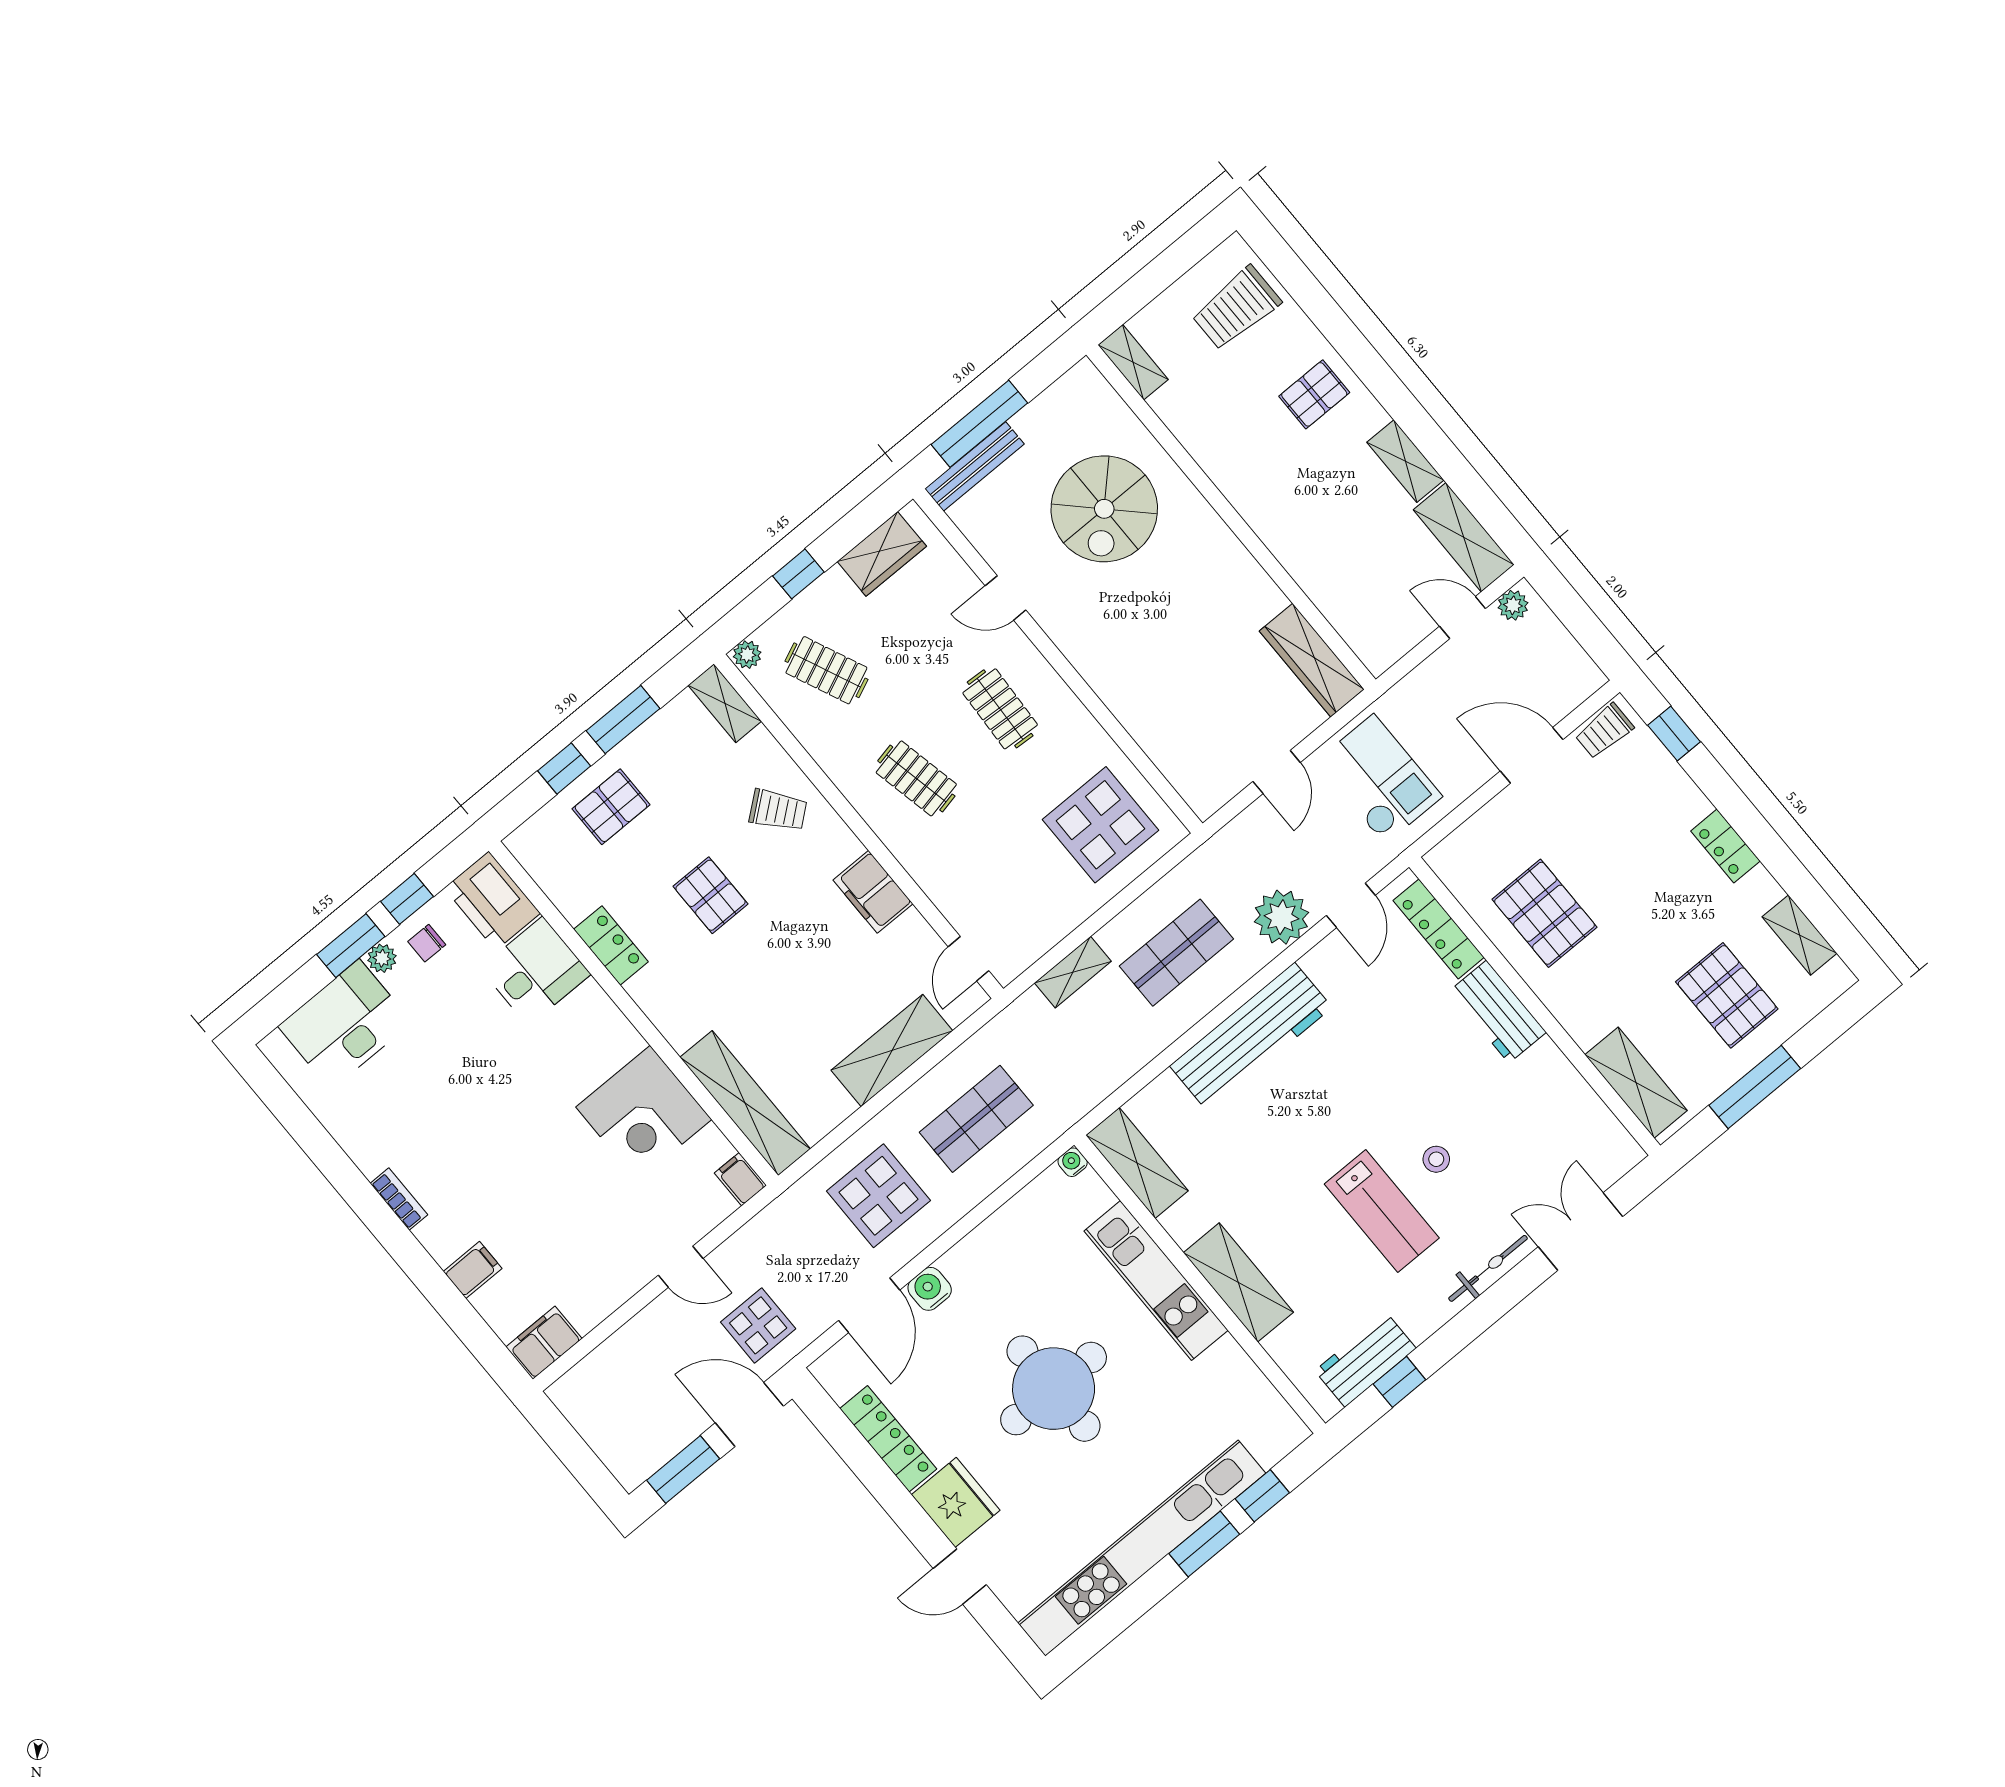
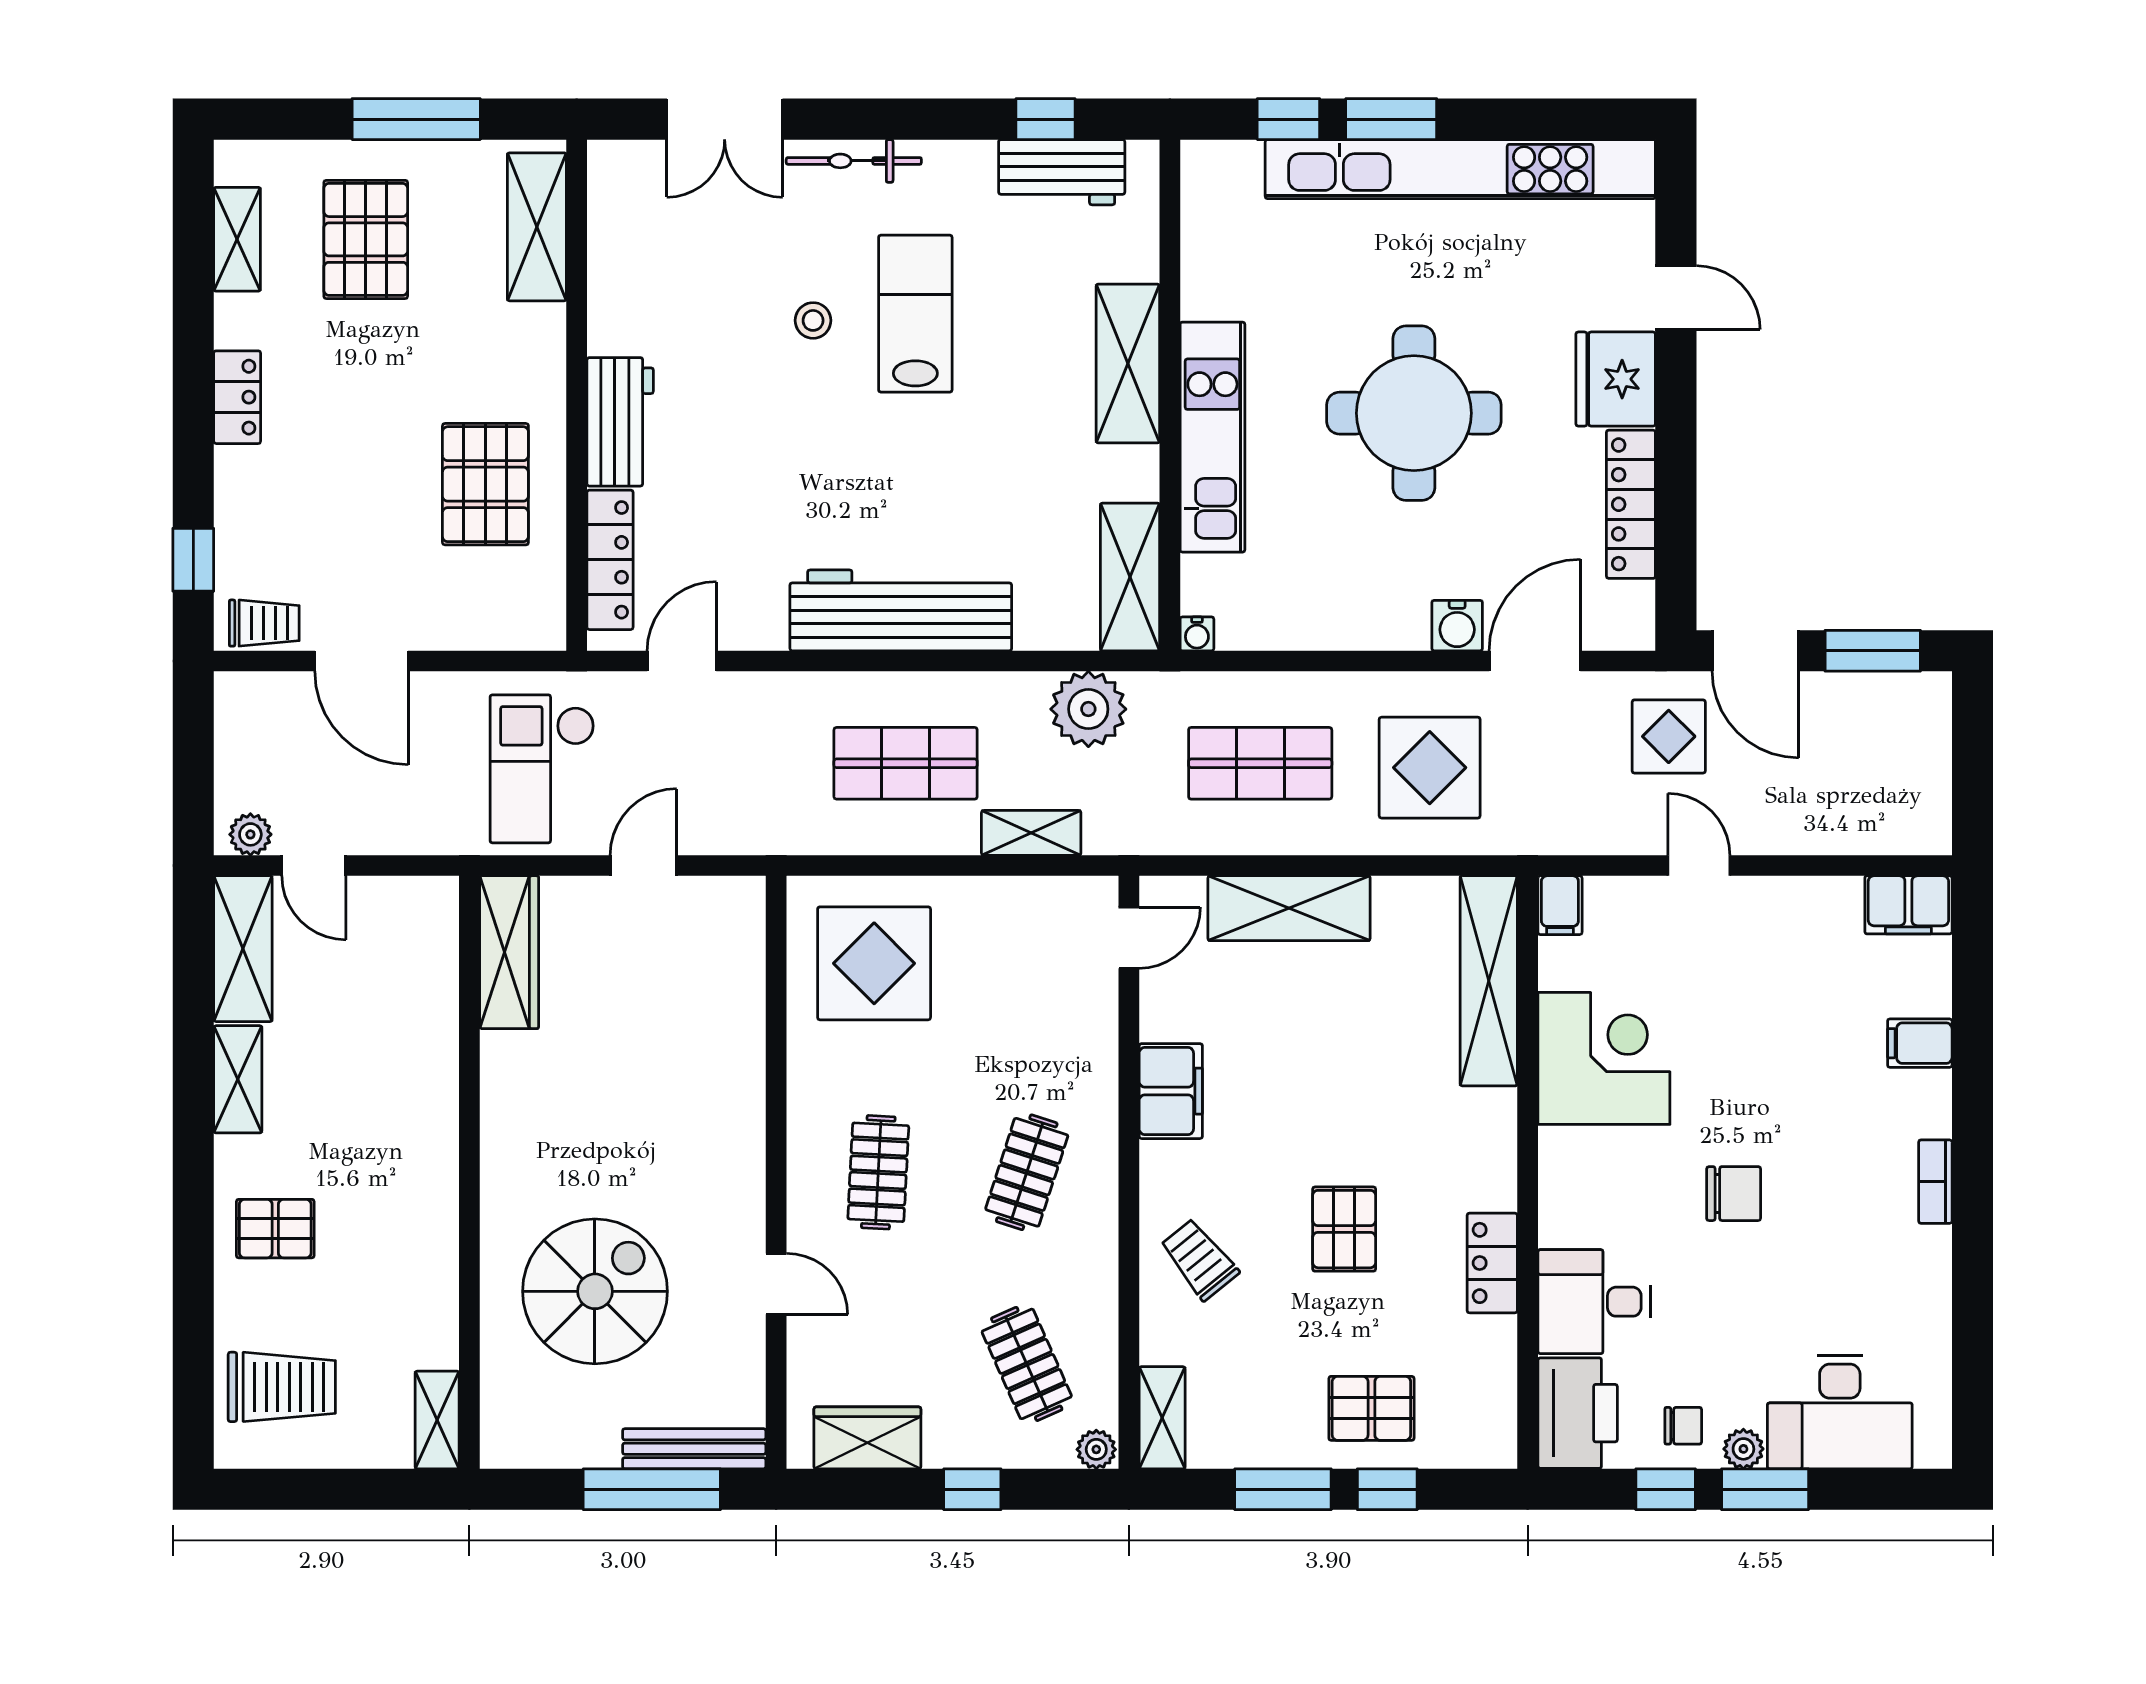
clothes rail: (916, 778) -> (1027, 1172), turned 30
plant: (1281, 917) -> (1088, 709), moved
chair: (507, 1098) -> (1734, 1194), added

